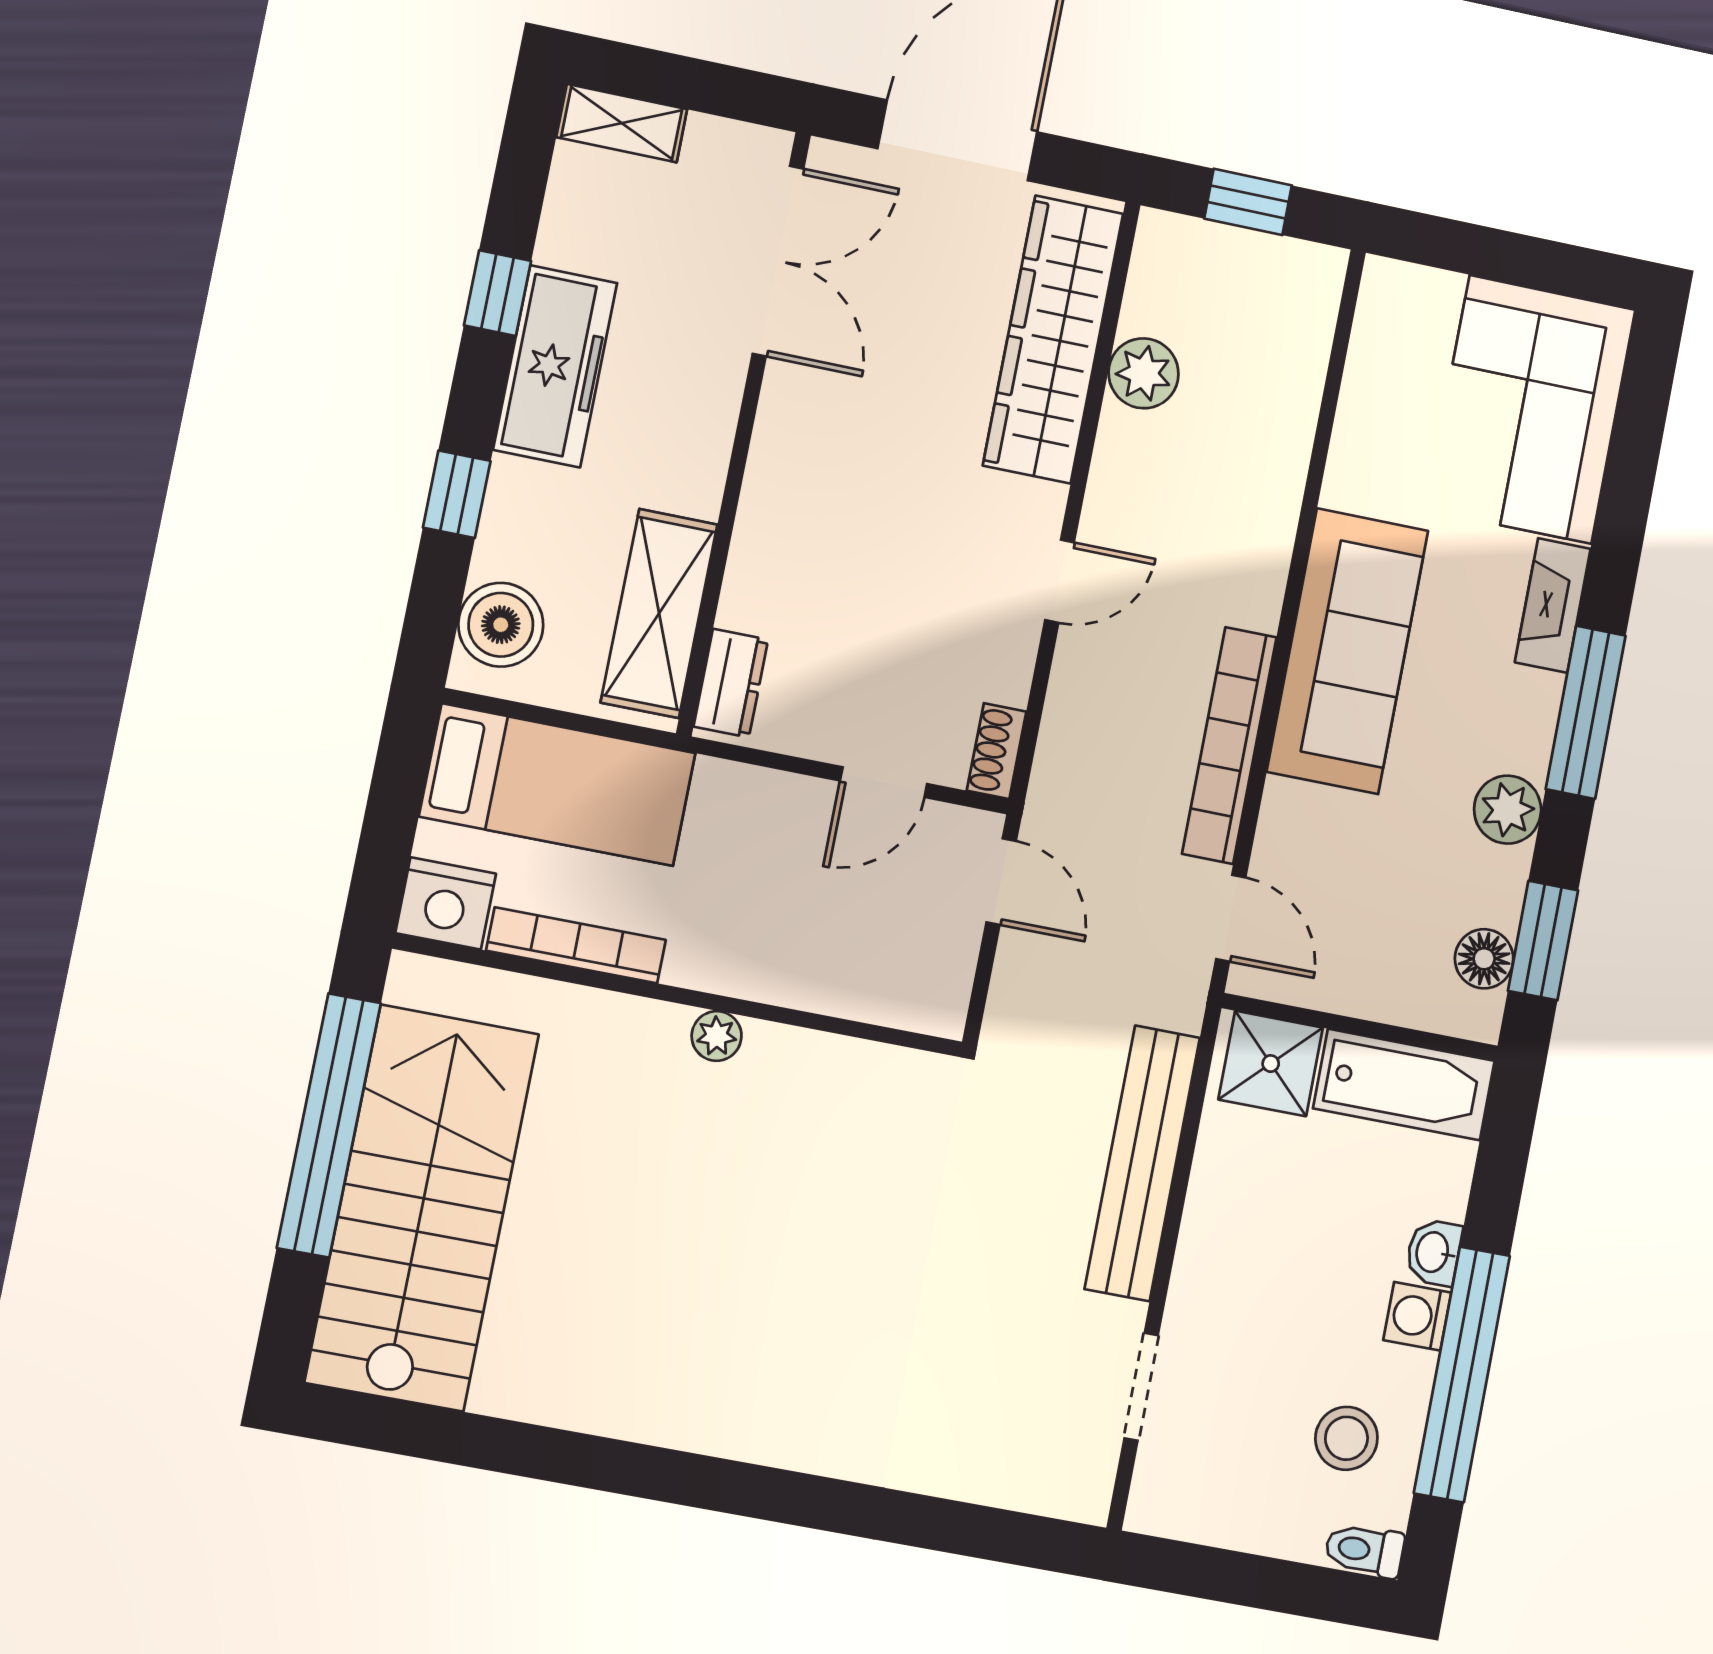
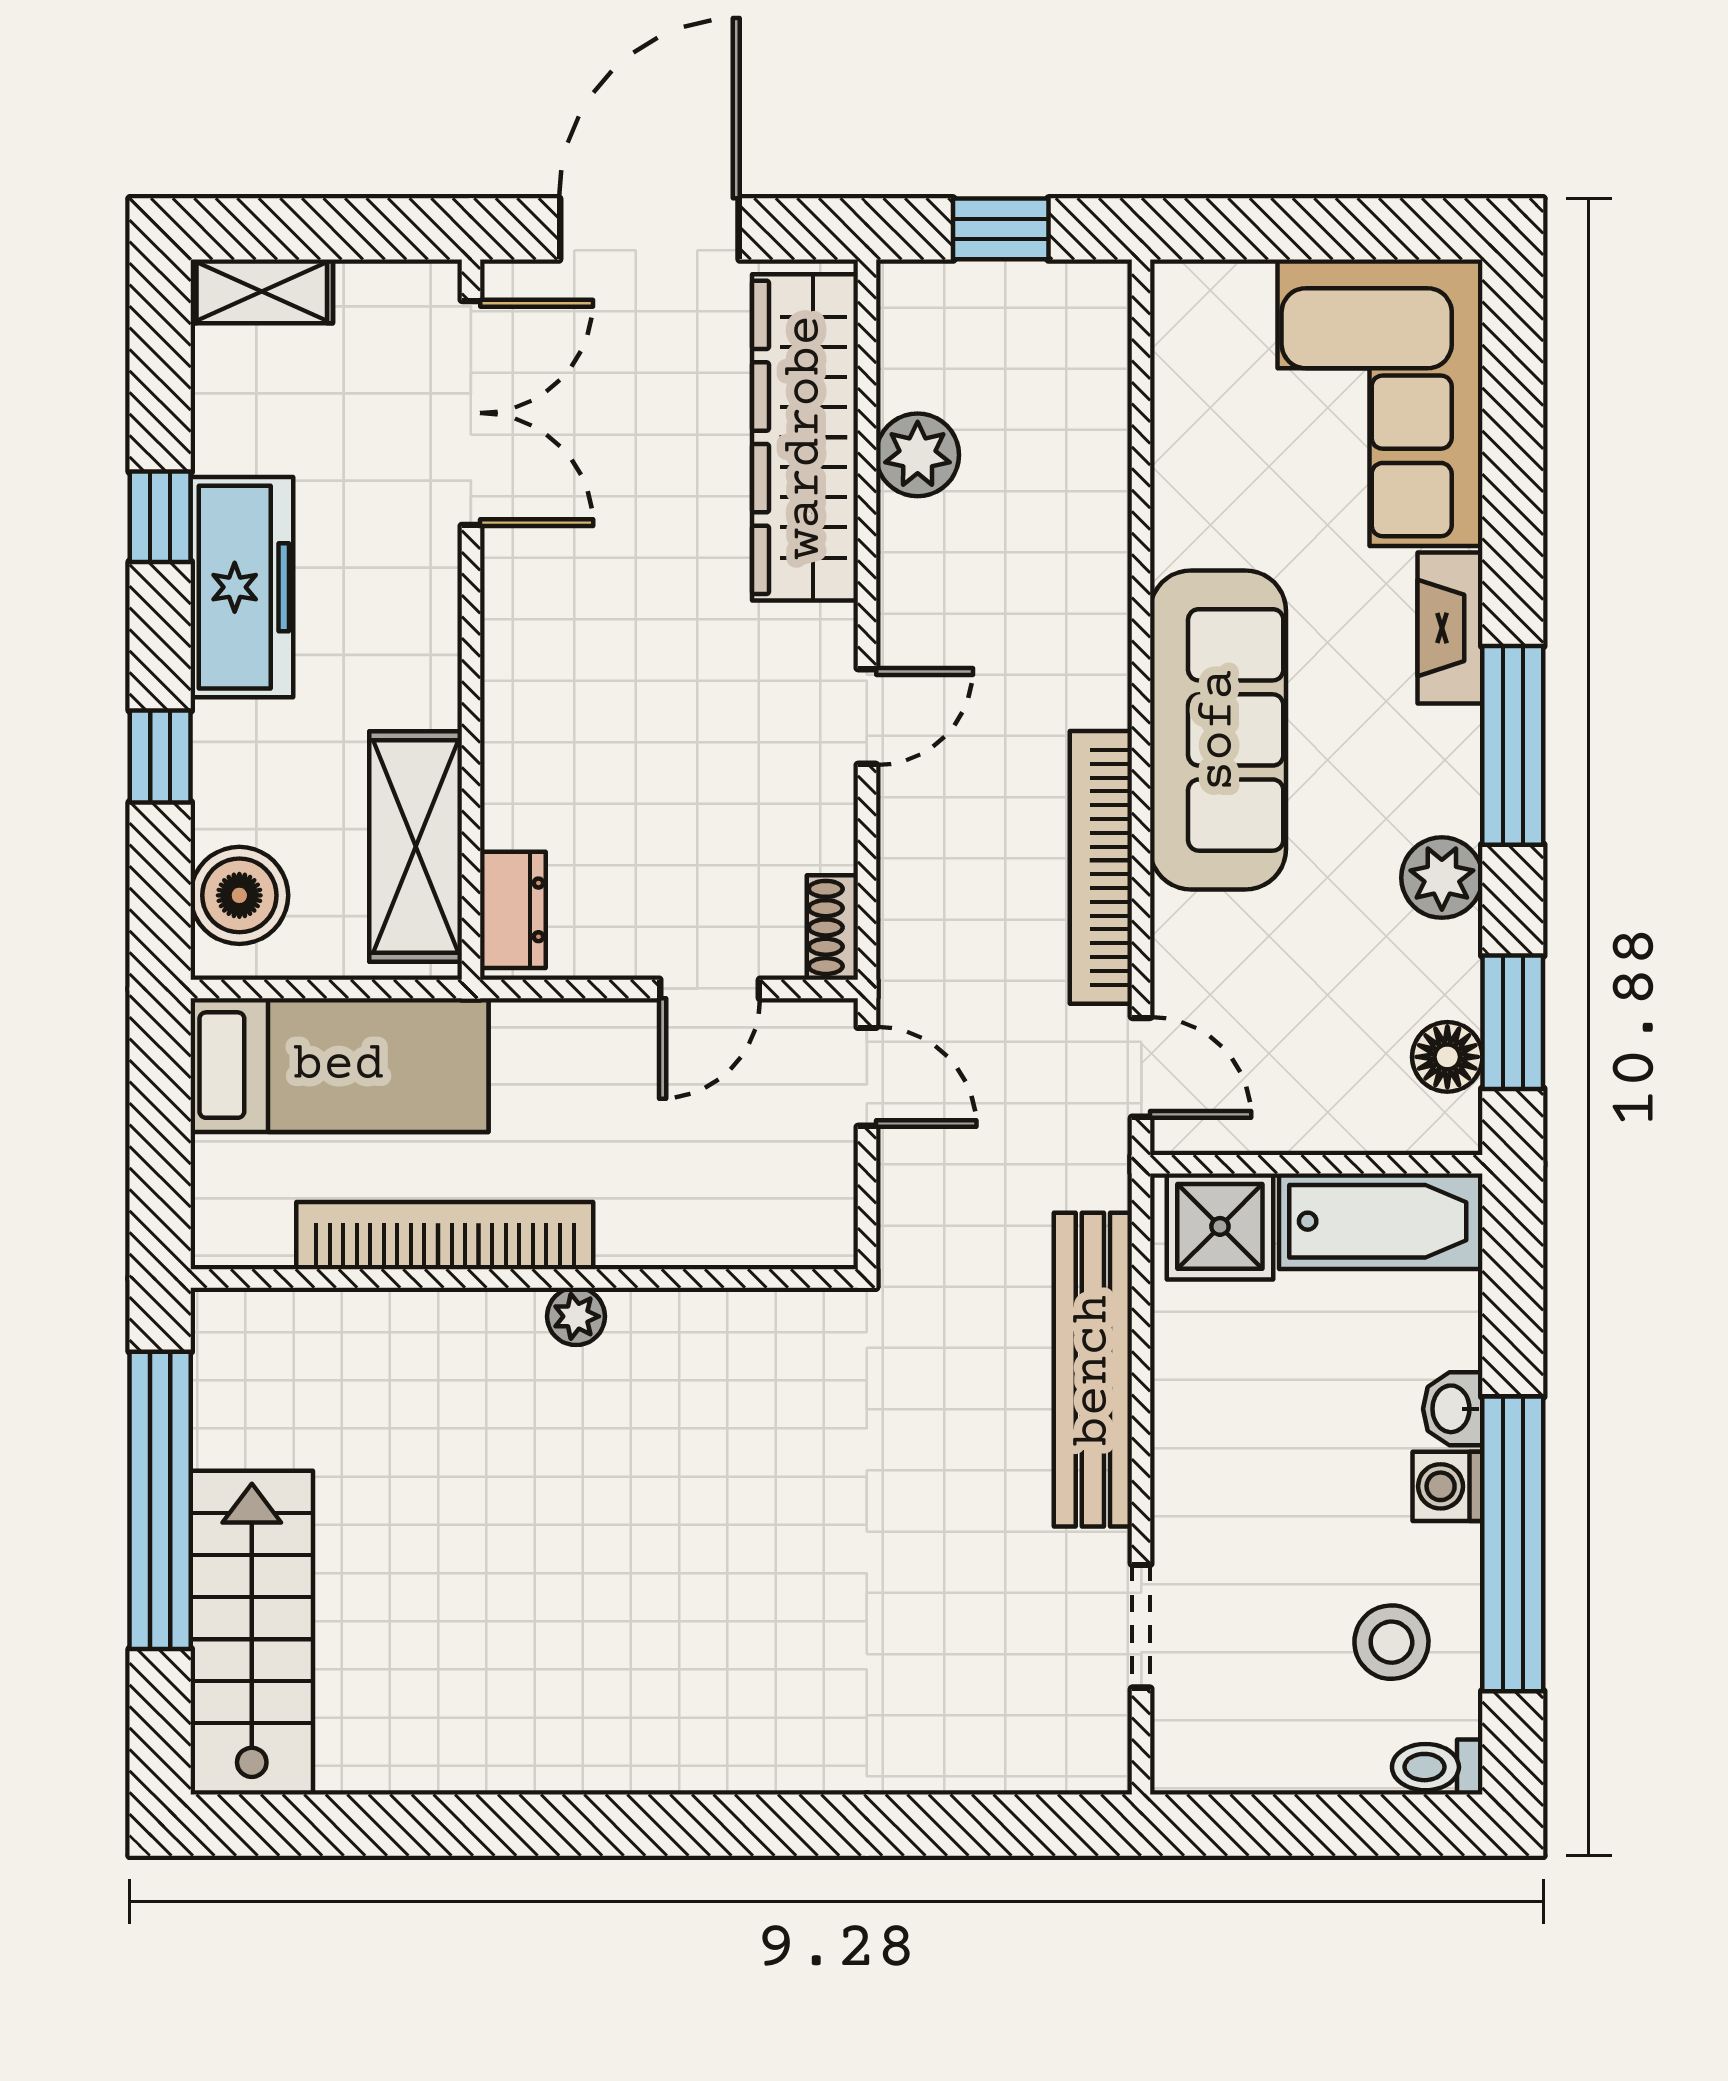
nightstand: (446, 903) -> (241, 1225), removed
bookcase: (576, 945) -> (445, 1236), width x1.48, depth x1.31
stairs: (422, 1208) -> (252, 1633), width x0.73, depth x0.66

